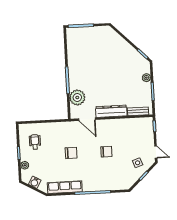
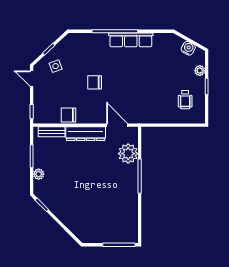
chair: (71, 153) -> (69, 115), moved
row of seats: (65, 187) -> (131, 40), moved

